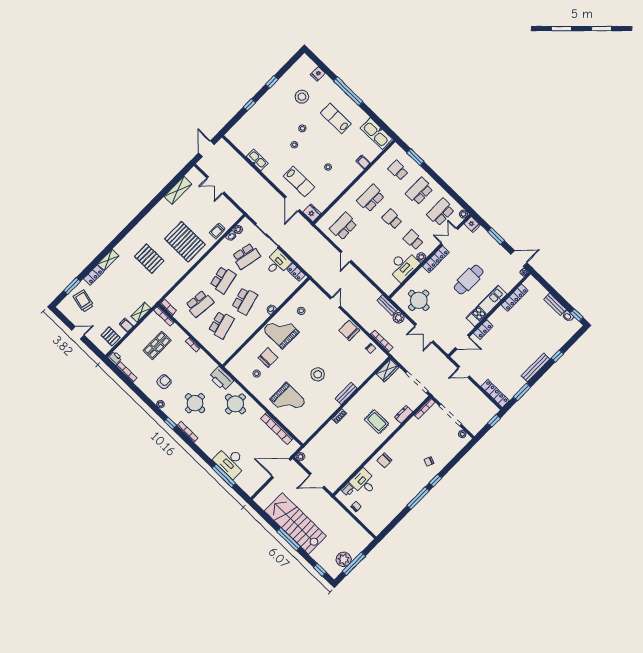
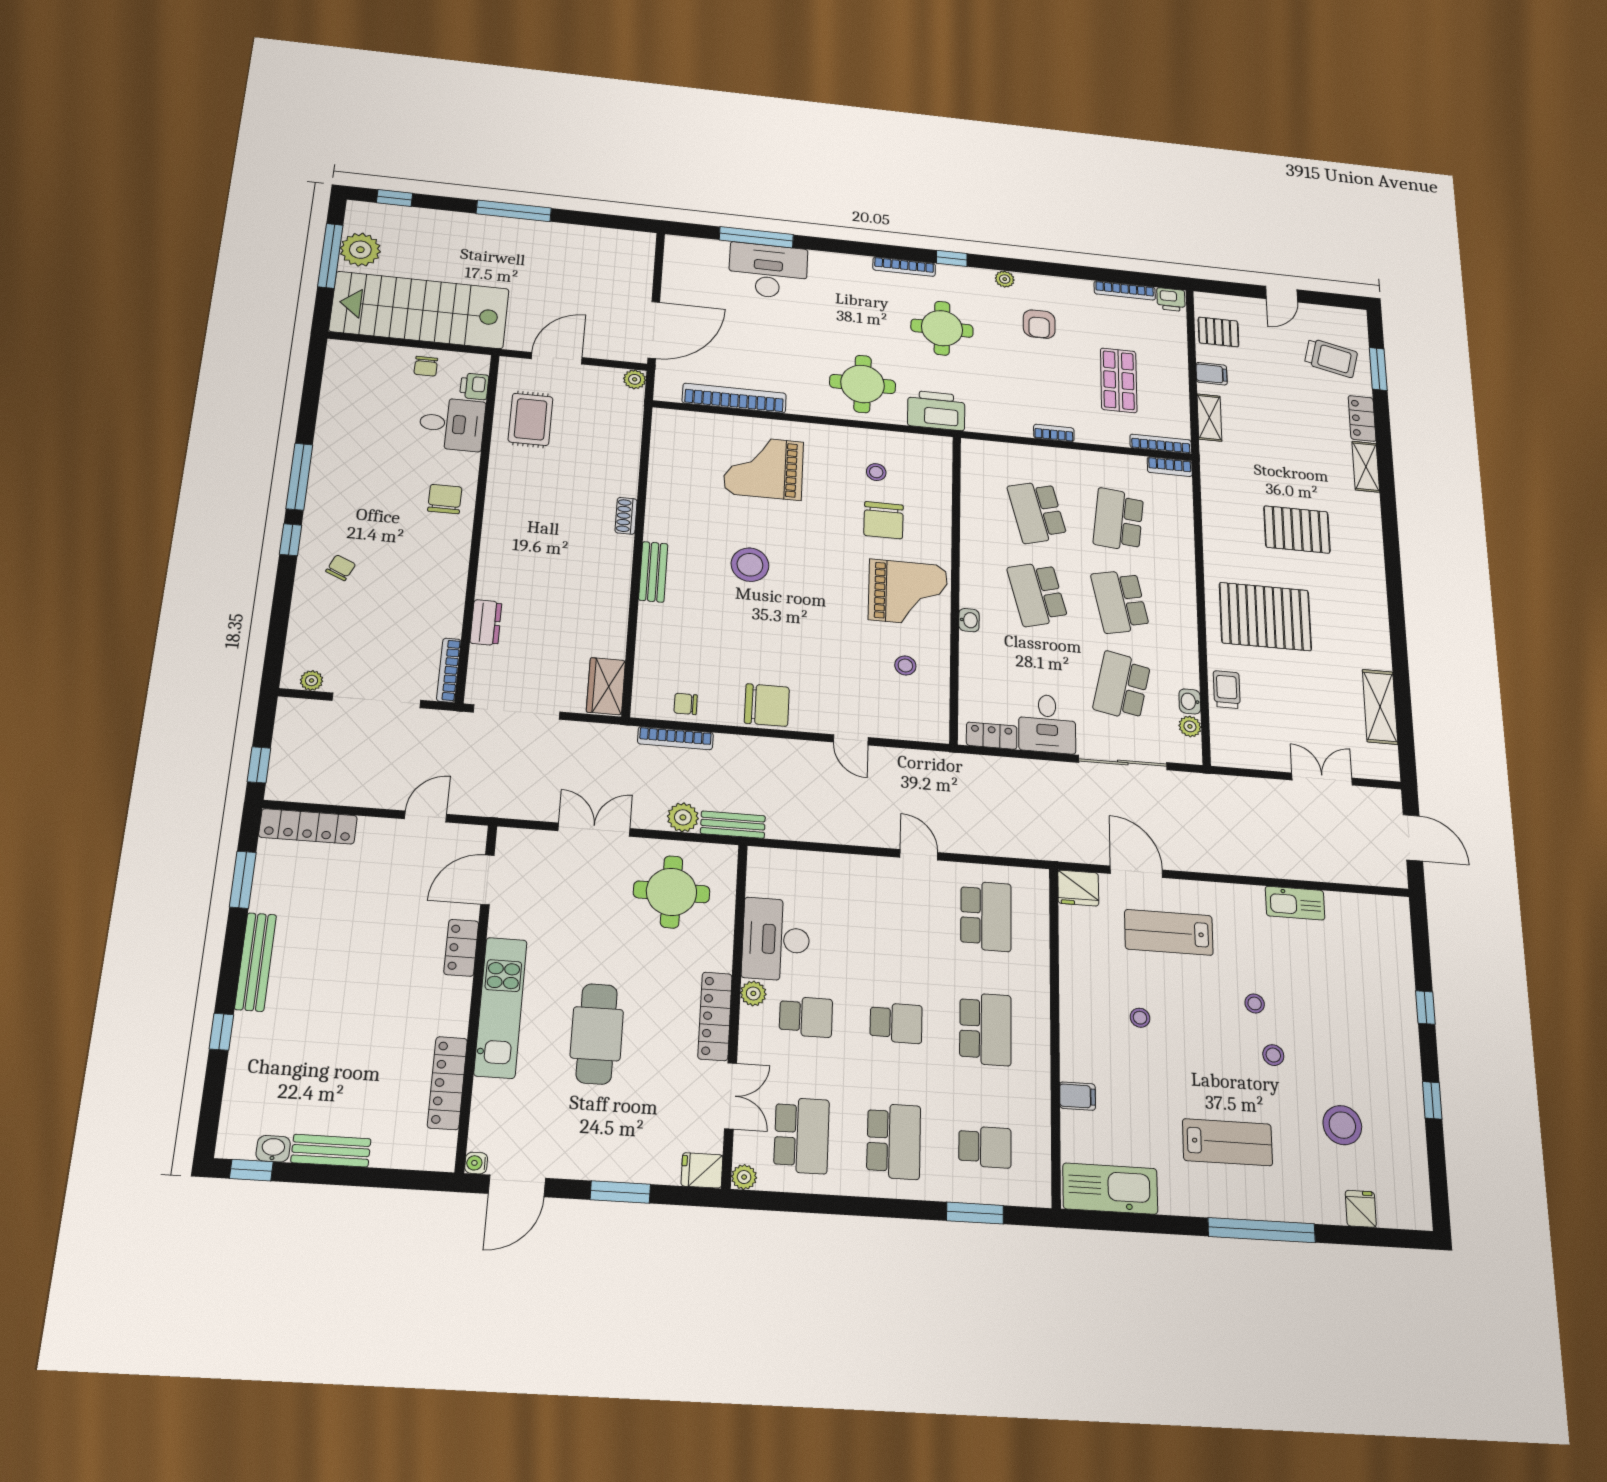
rug: (377, 422) -> (531, 419), moved, turned 90
stairs: (295, 523) -> (420, 310), moved, turned 180

